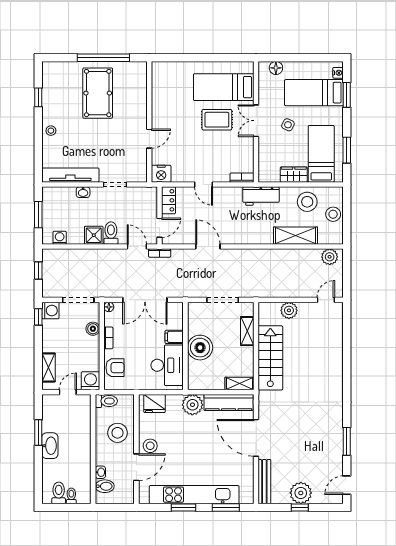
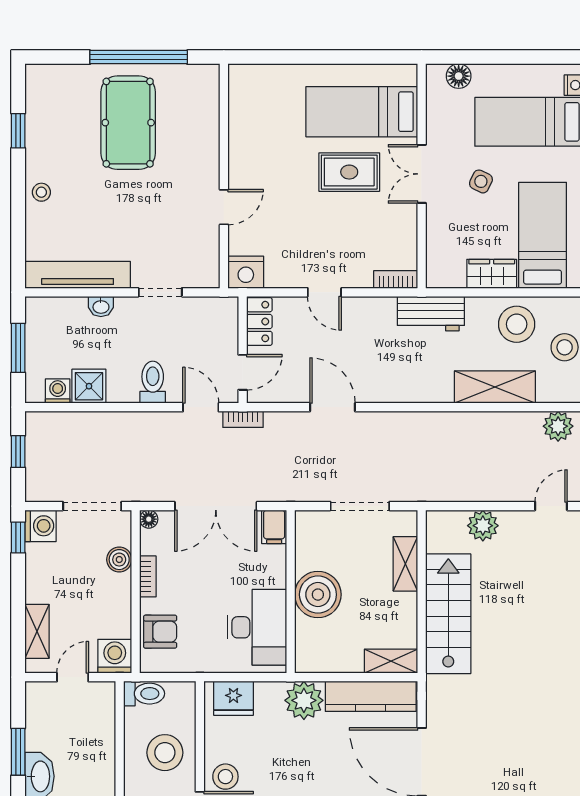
shower: (94, 235) -> (89, 386), moved
filing cabinet: (174, 337) -> (274, 527), moved, turned -90

